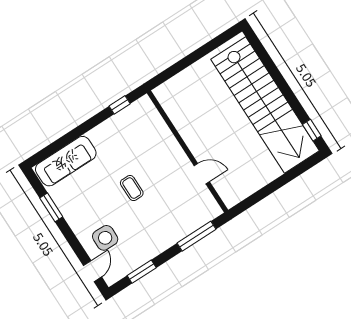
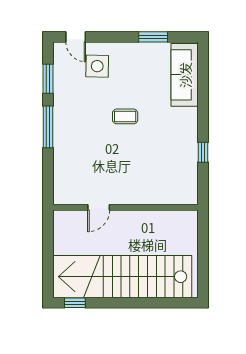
wall: (188, 151) -> (125, 207), moved
door: (202, 174) -> (99, 207), moved
window: (197, 236) -> (48, 127), moved

